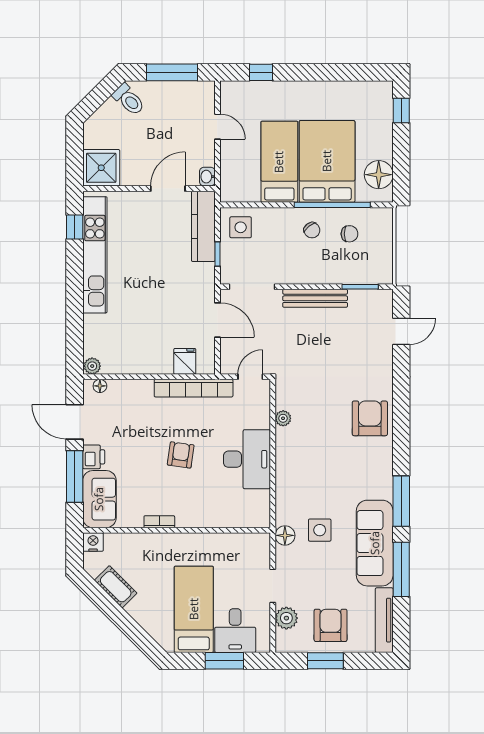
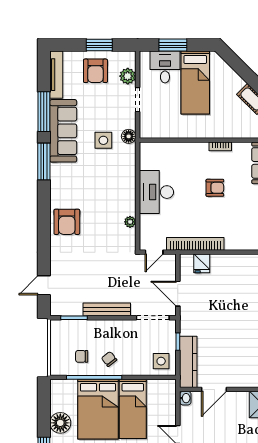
floor lamp: (379, 175) -> (60, 423), moved
armchair: (181, 455) -> (215, 188), moved, turned -98

